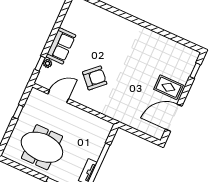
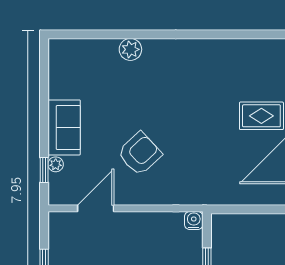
plant: (115, 20) -> (130, 49), added
water cooler: (107, 126) -> (194, 220), added

